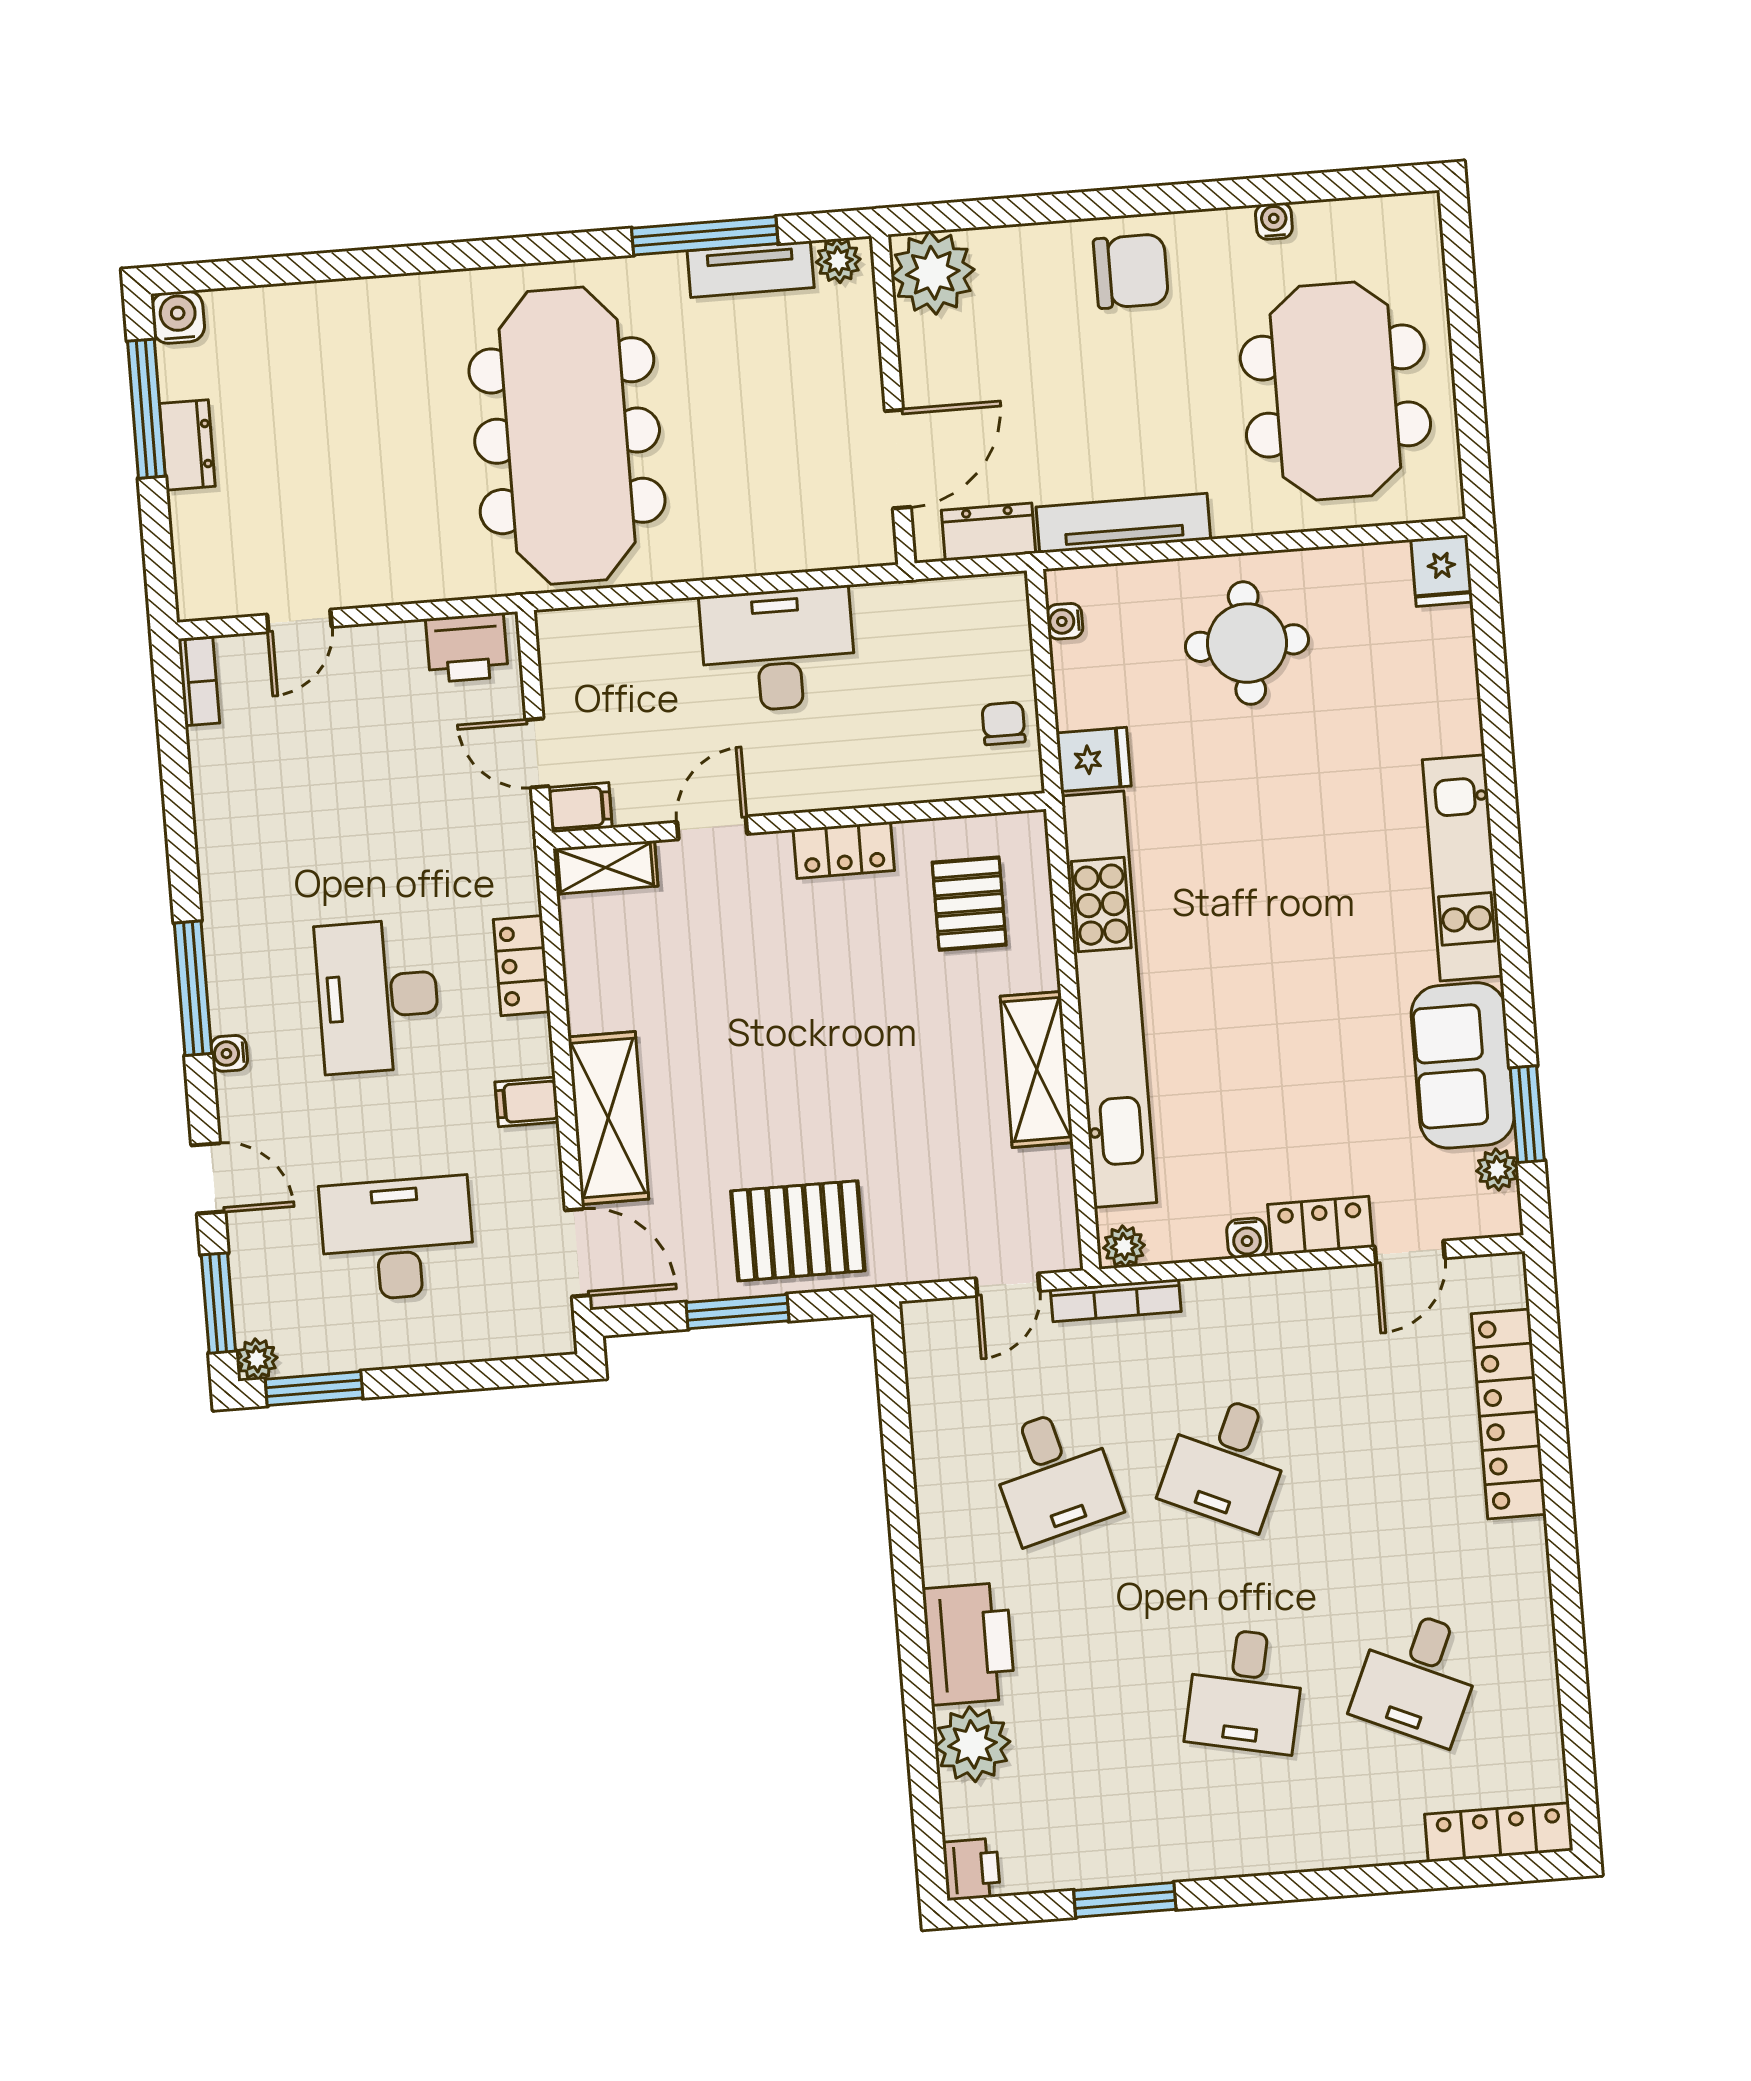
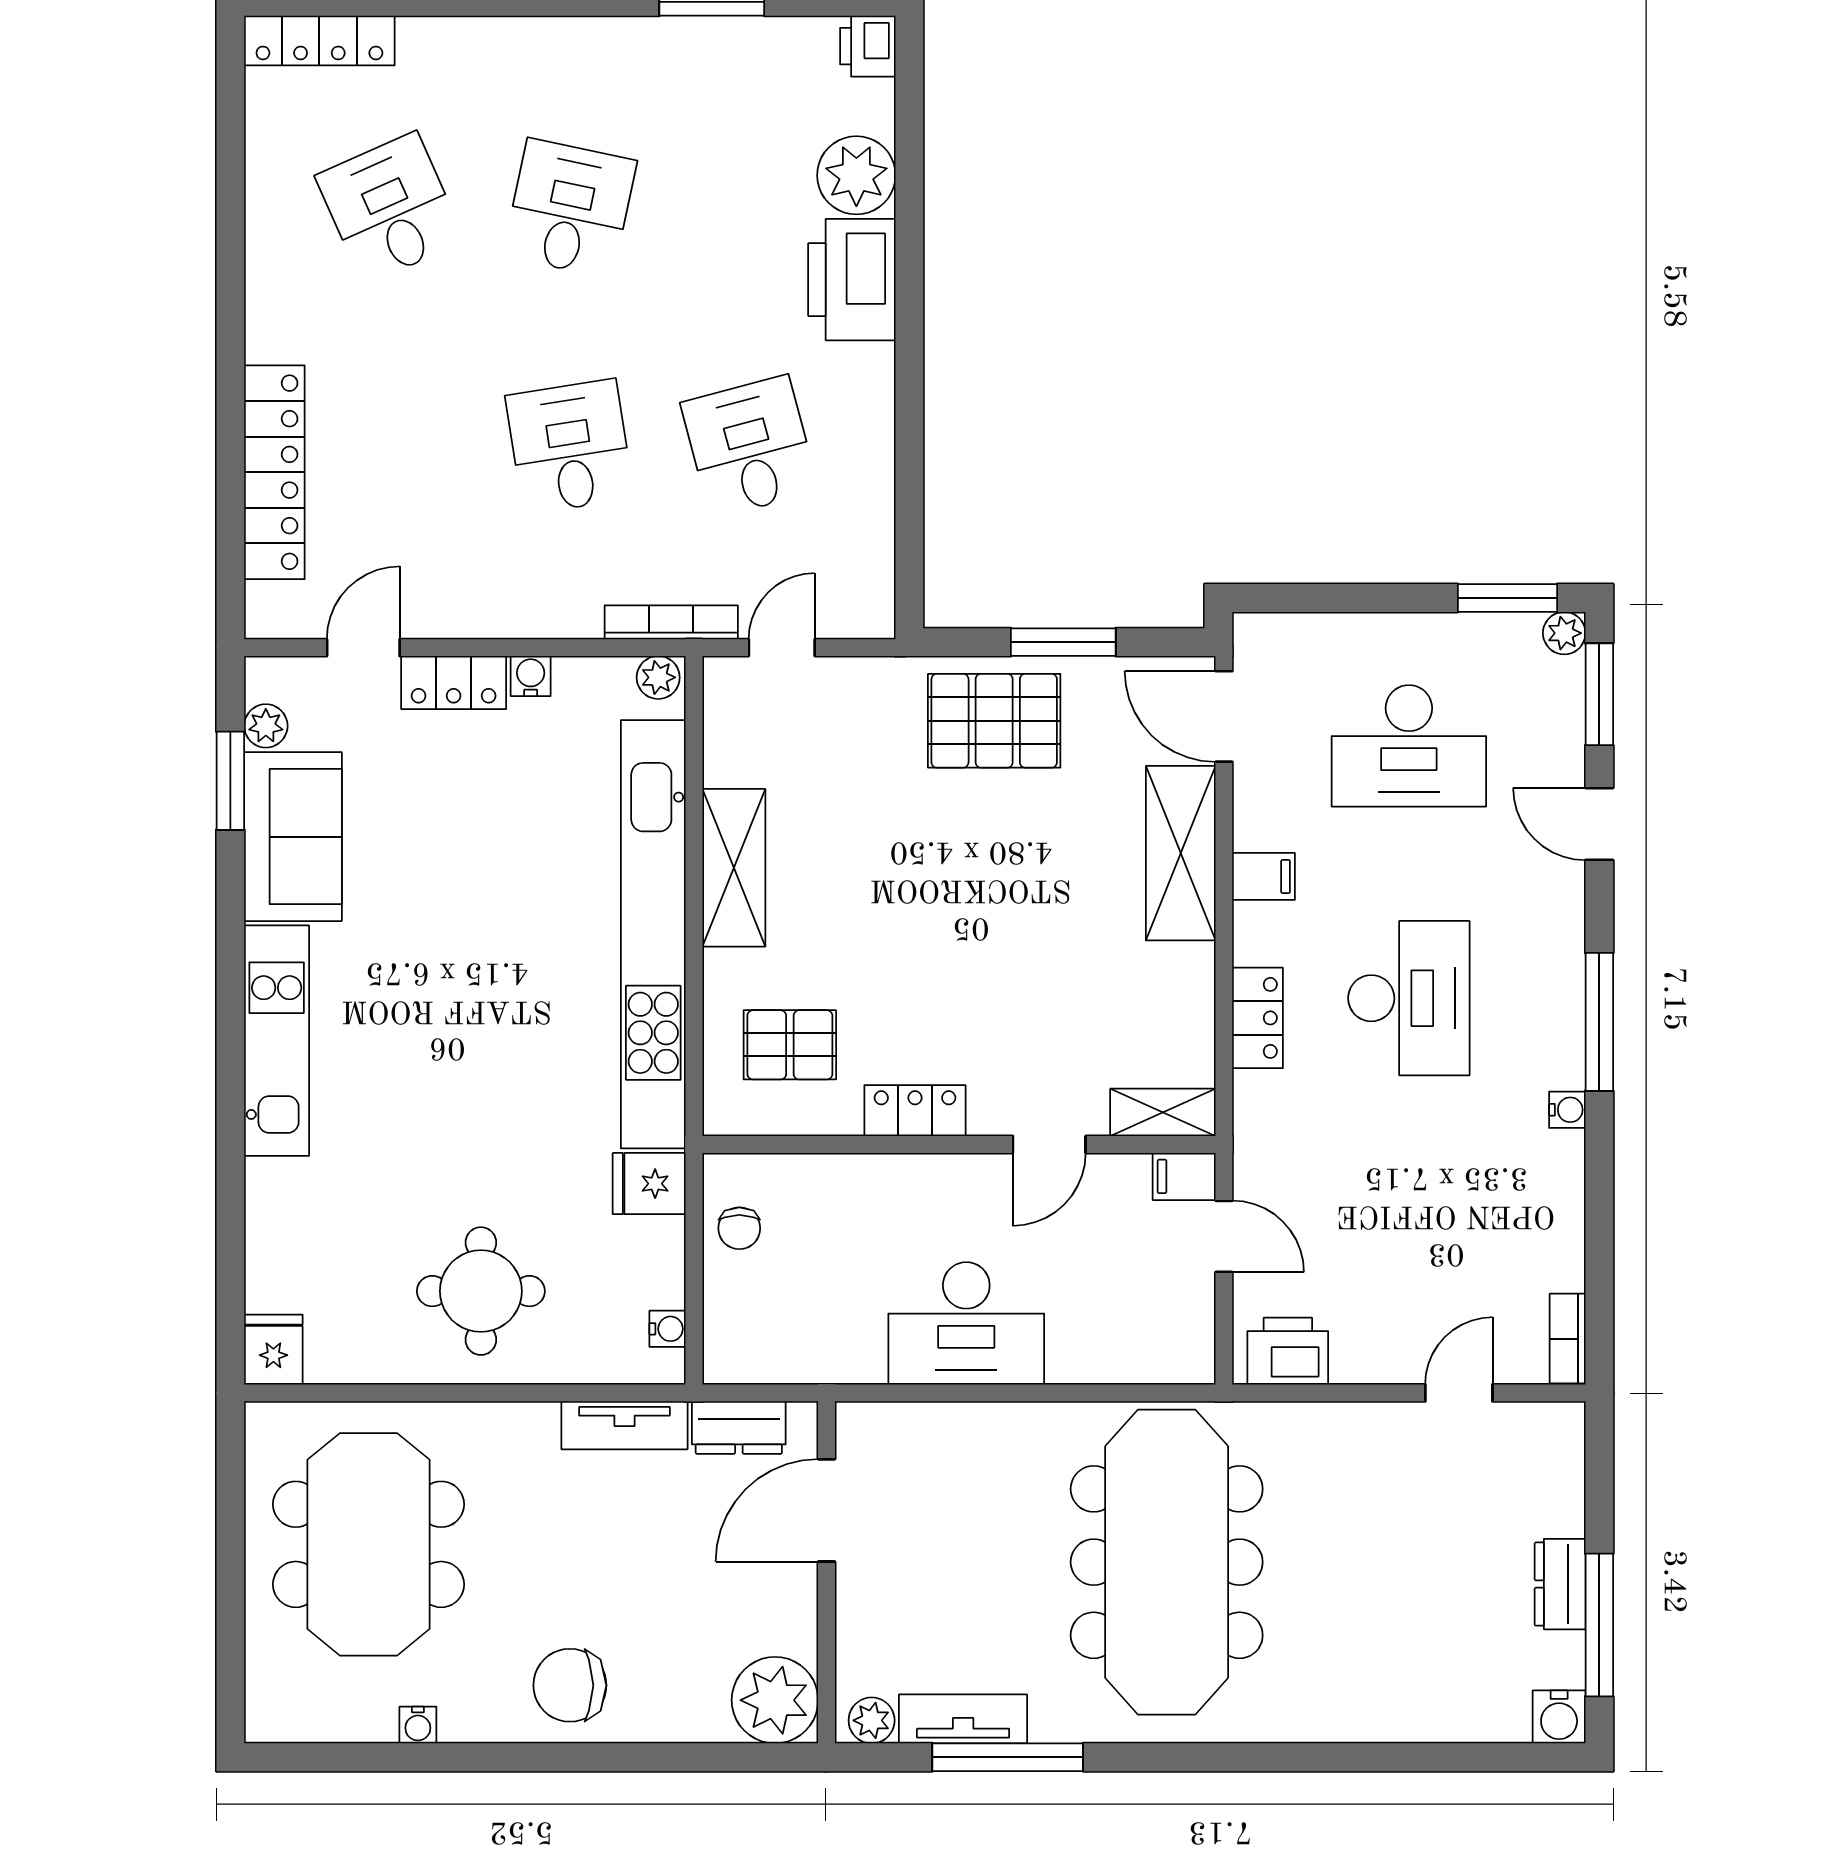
tv unit: (1123, 523) -> (624, 1425), width x0.71
pallet: (969, 904) -> (790, 1045), turned 90
water cooler: (229, 1053) -> (1567, 1110), moved
desk: (1227, 1461) -> (570, 447), turned -33
desk: (1418, 1677) -> (390, 208), turned -48

